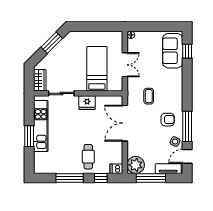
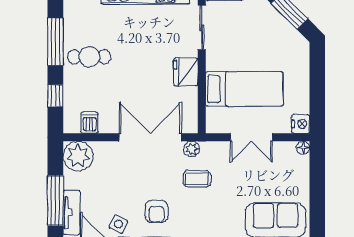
nightstand: (117, 36) -> (301, 124), added
plant: (132, 99) -> (192, 149), added
cafe table: (88, 157) -> (89, 57), moved
dishwasher: (116, 169) -> (90, 123), moved
window: (151, 178) -> (55, 200), moved

